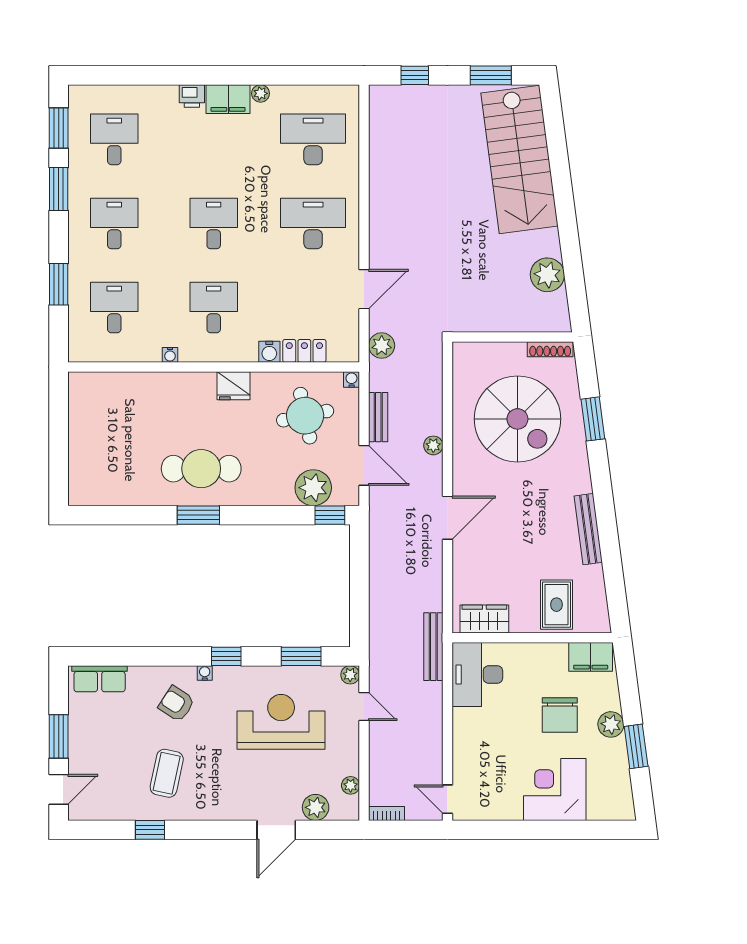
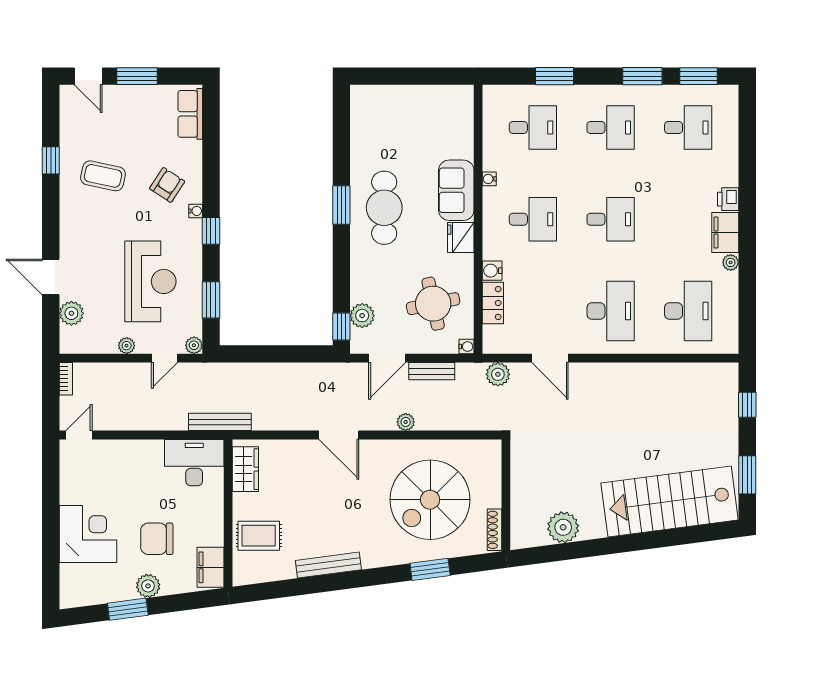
sofa: (182, 391) -> (456, 190), added
plant: (313, 488) -> (362, 316), width x0.73, depth x0.73
plant: (351, 785) -> (127, 346), moved

